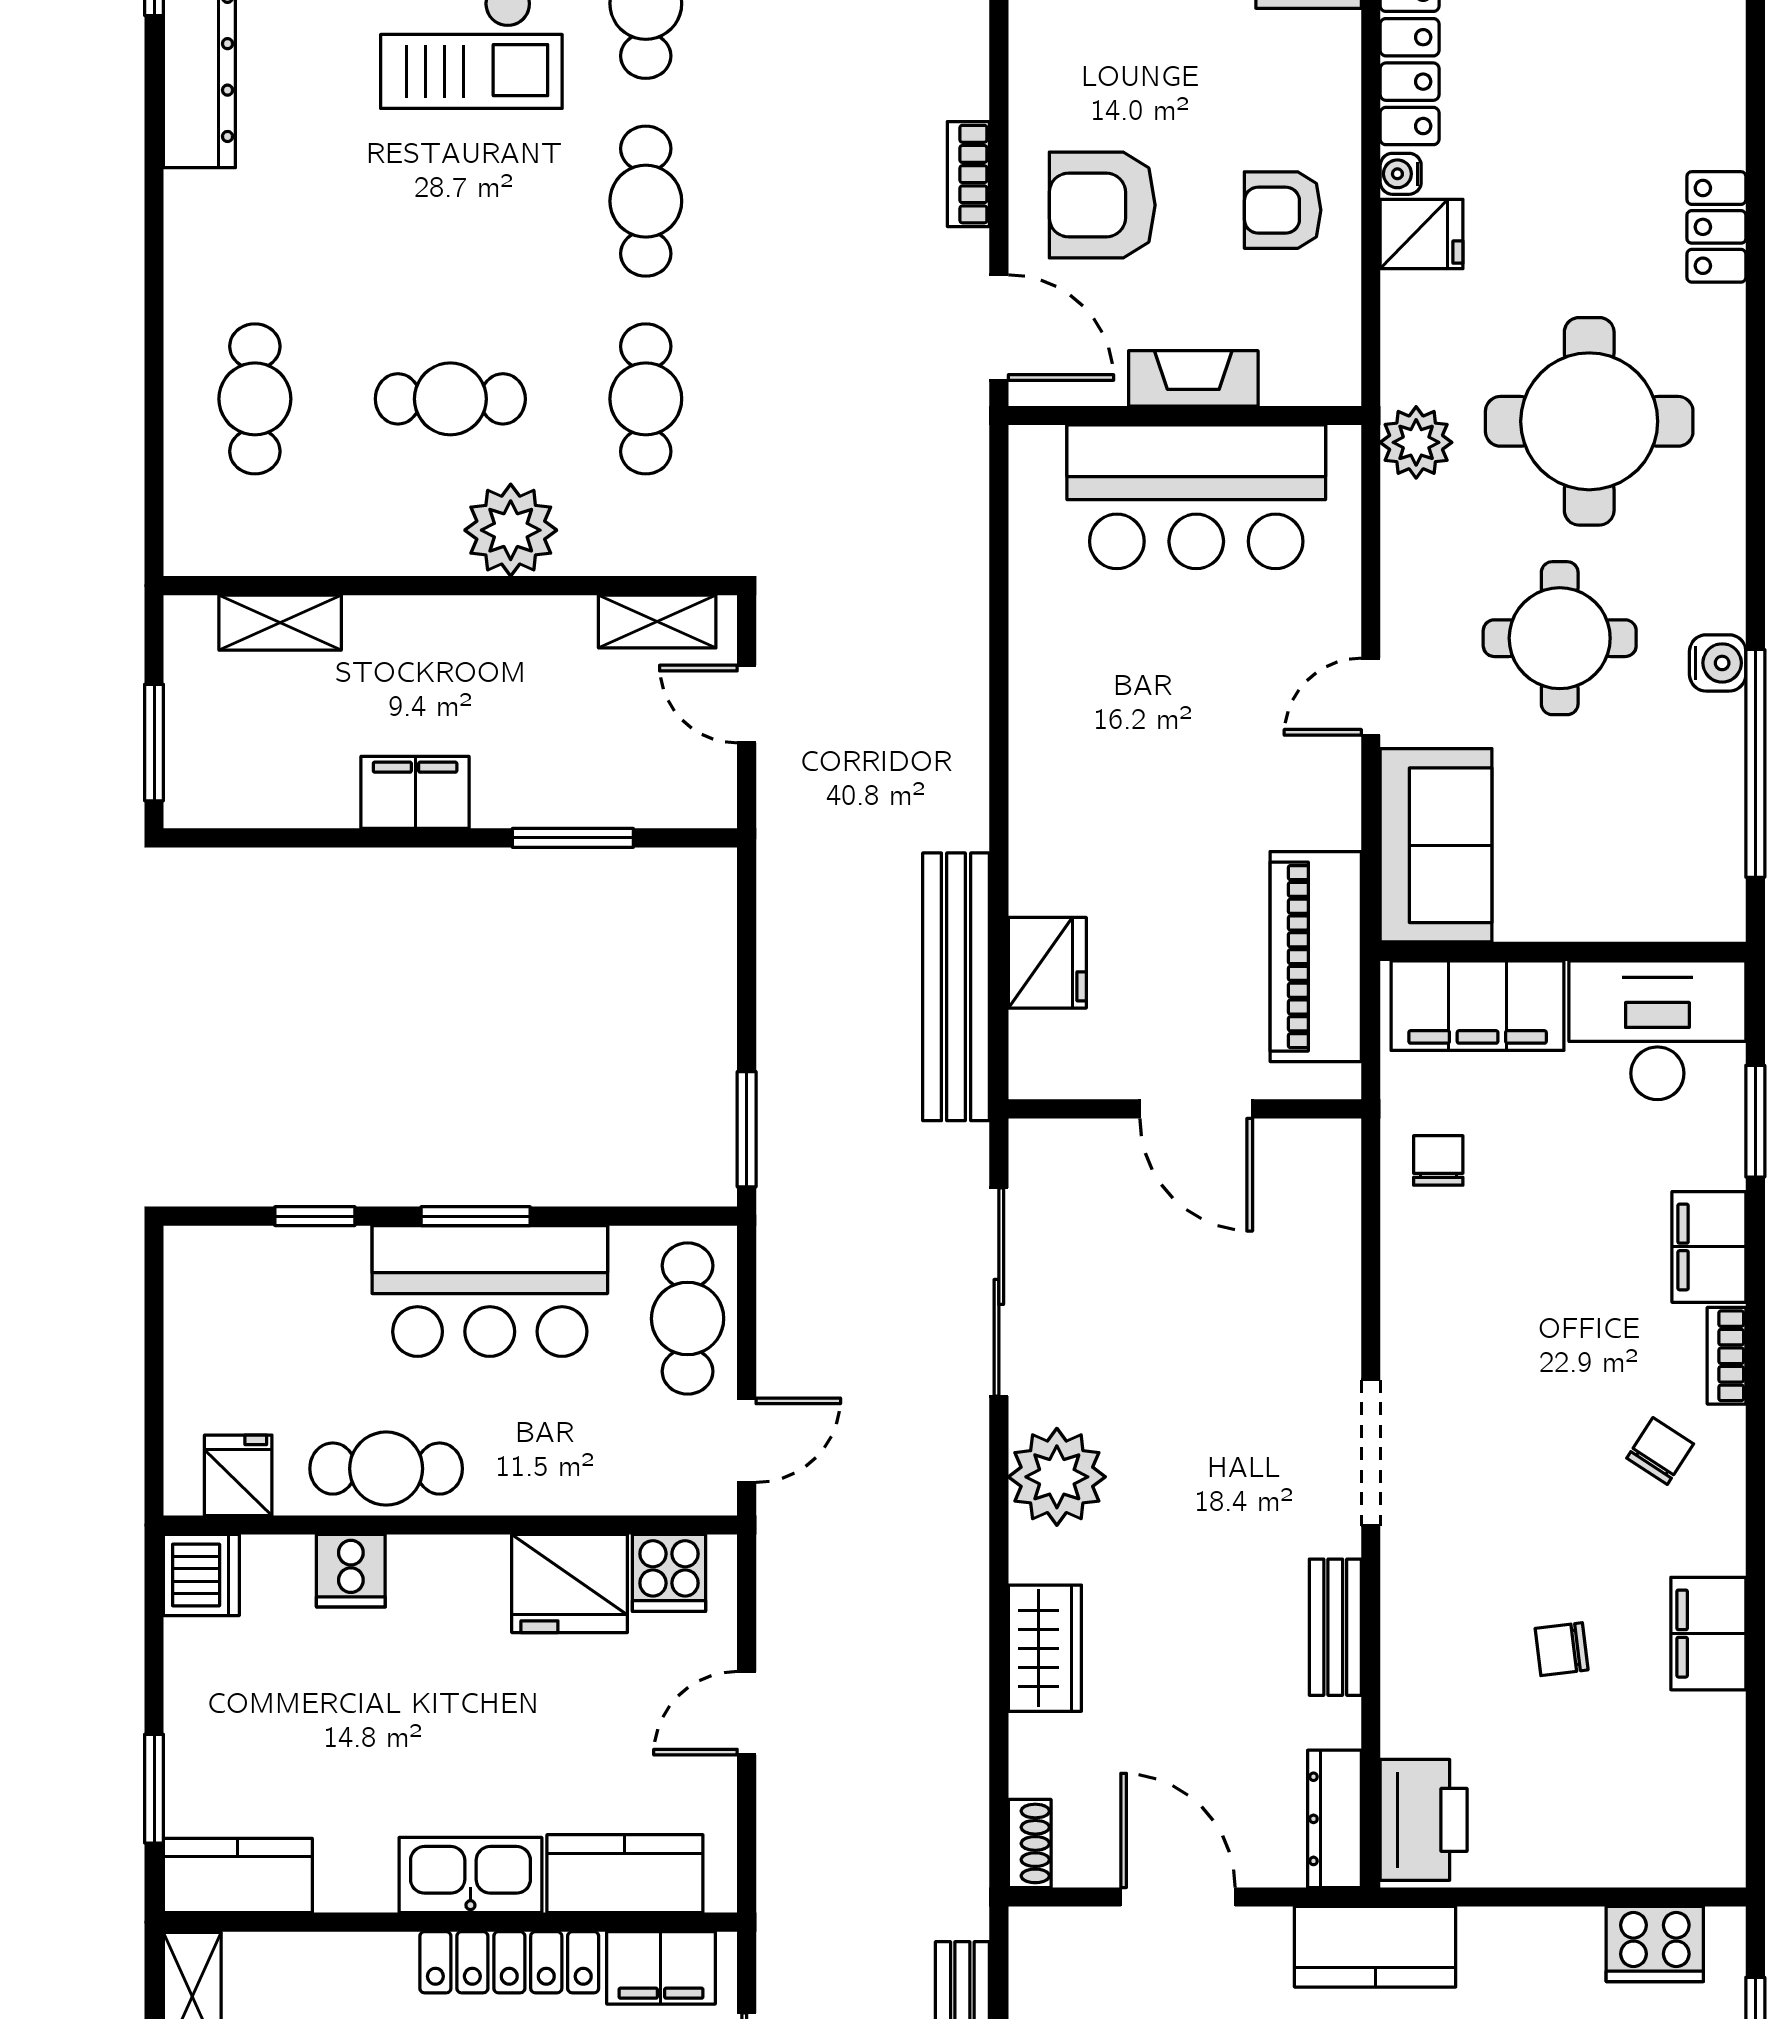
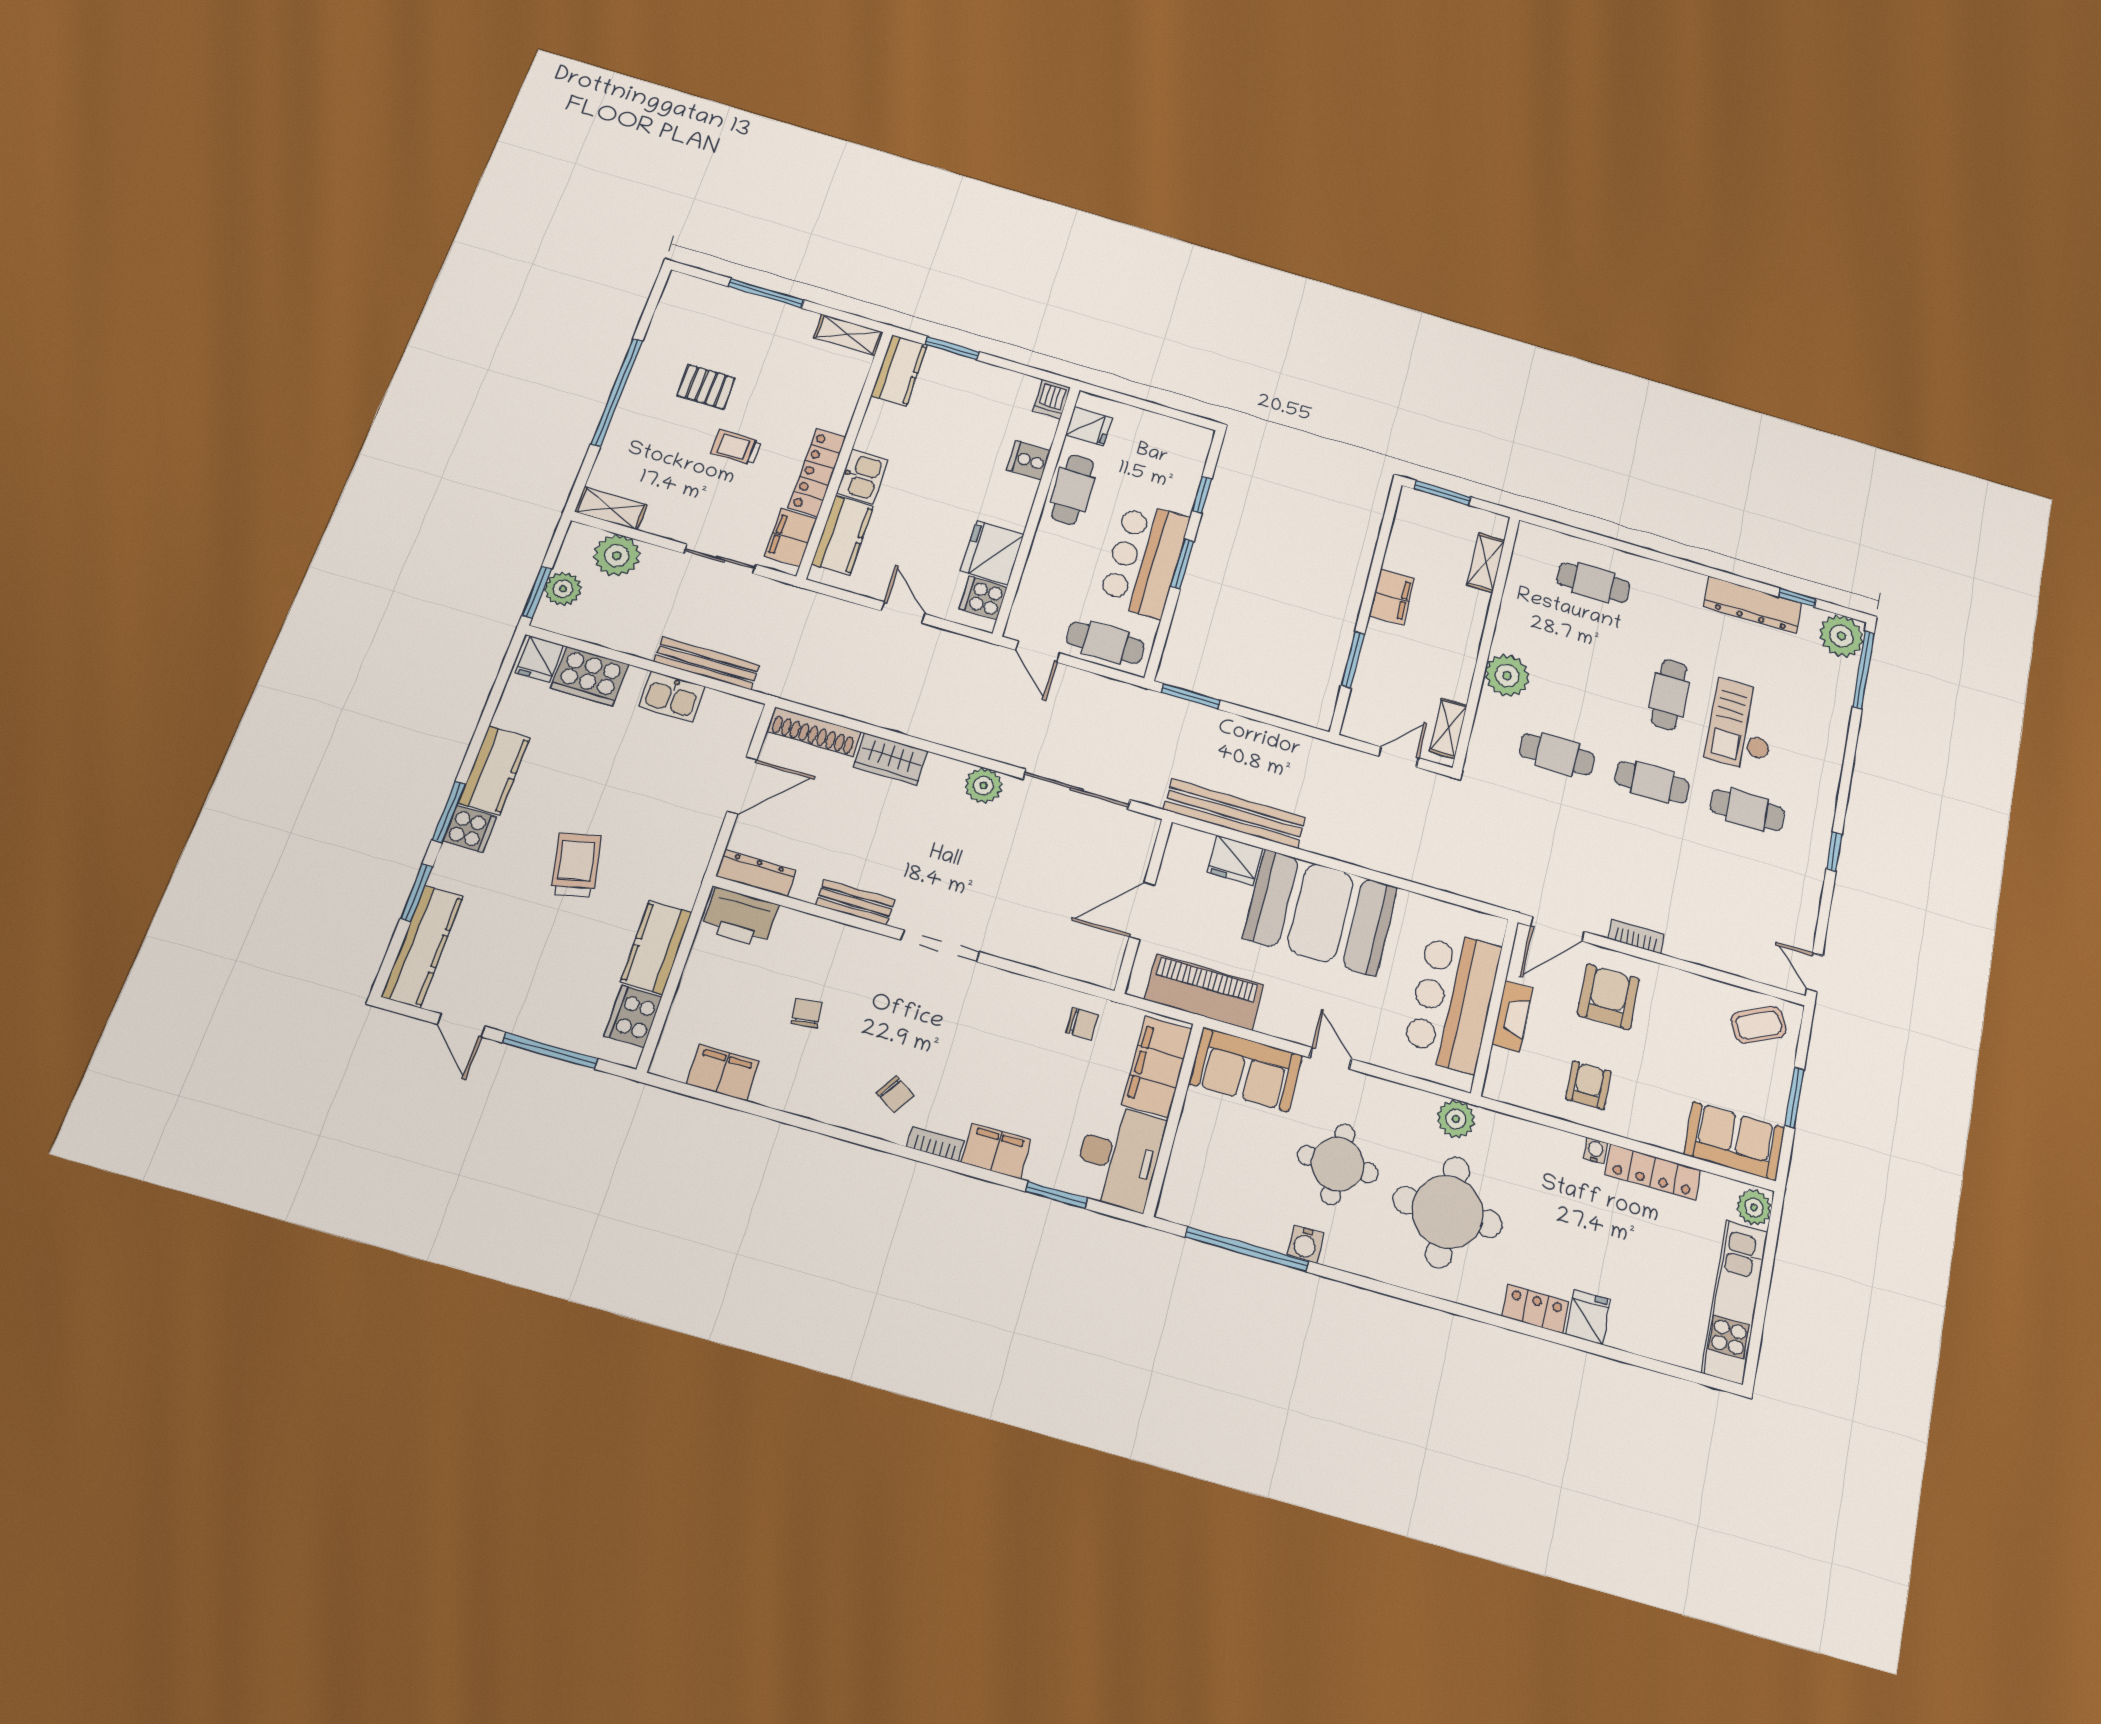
fridge: (1422, 234) -> (1588, 1317), moved, turned 180
cafe table: (450, 399) -> (1669, 695), moved
booth: (1101, 780) -> (1321, 913), added
plant: (1057, 1477) -> (984, 786), width x0.73, depth x0.73
dishwasher: (201, 1575) -> (1052, 399), width x0.73
filing cabinet: (1708, 1634) -> (723, 1073), moved
shoe rack: (1030, 1843) -> (814, 732), width x1.94, depth x1.24
kitchen sink: (470, 1875) -> (862, 477), width x0.73
kitchen counter: (1375, 1947) -> (656, 947), moved

